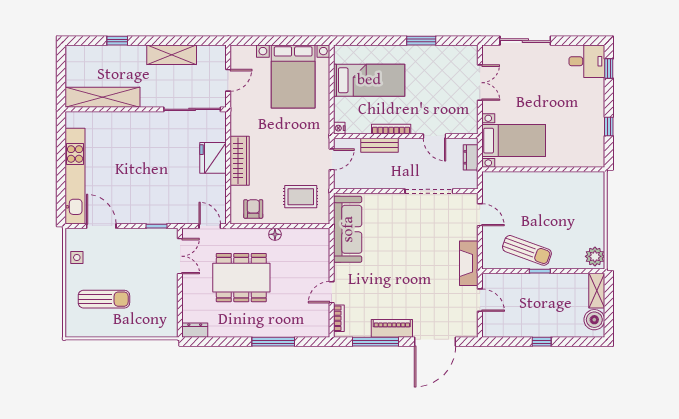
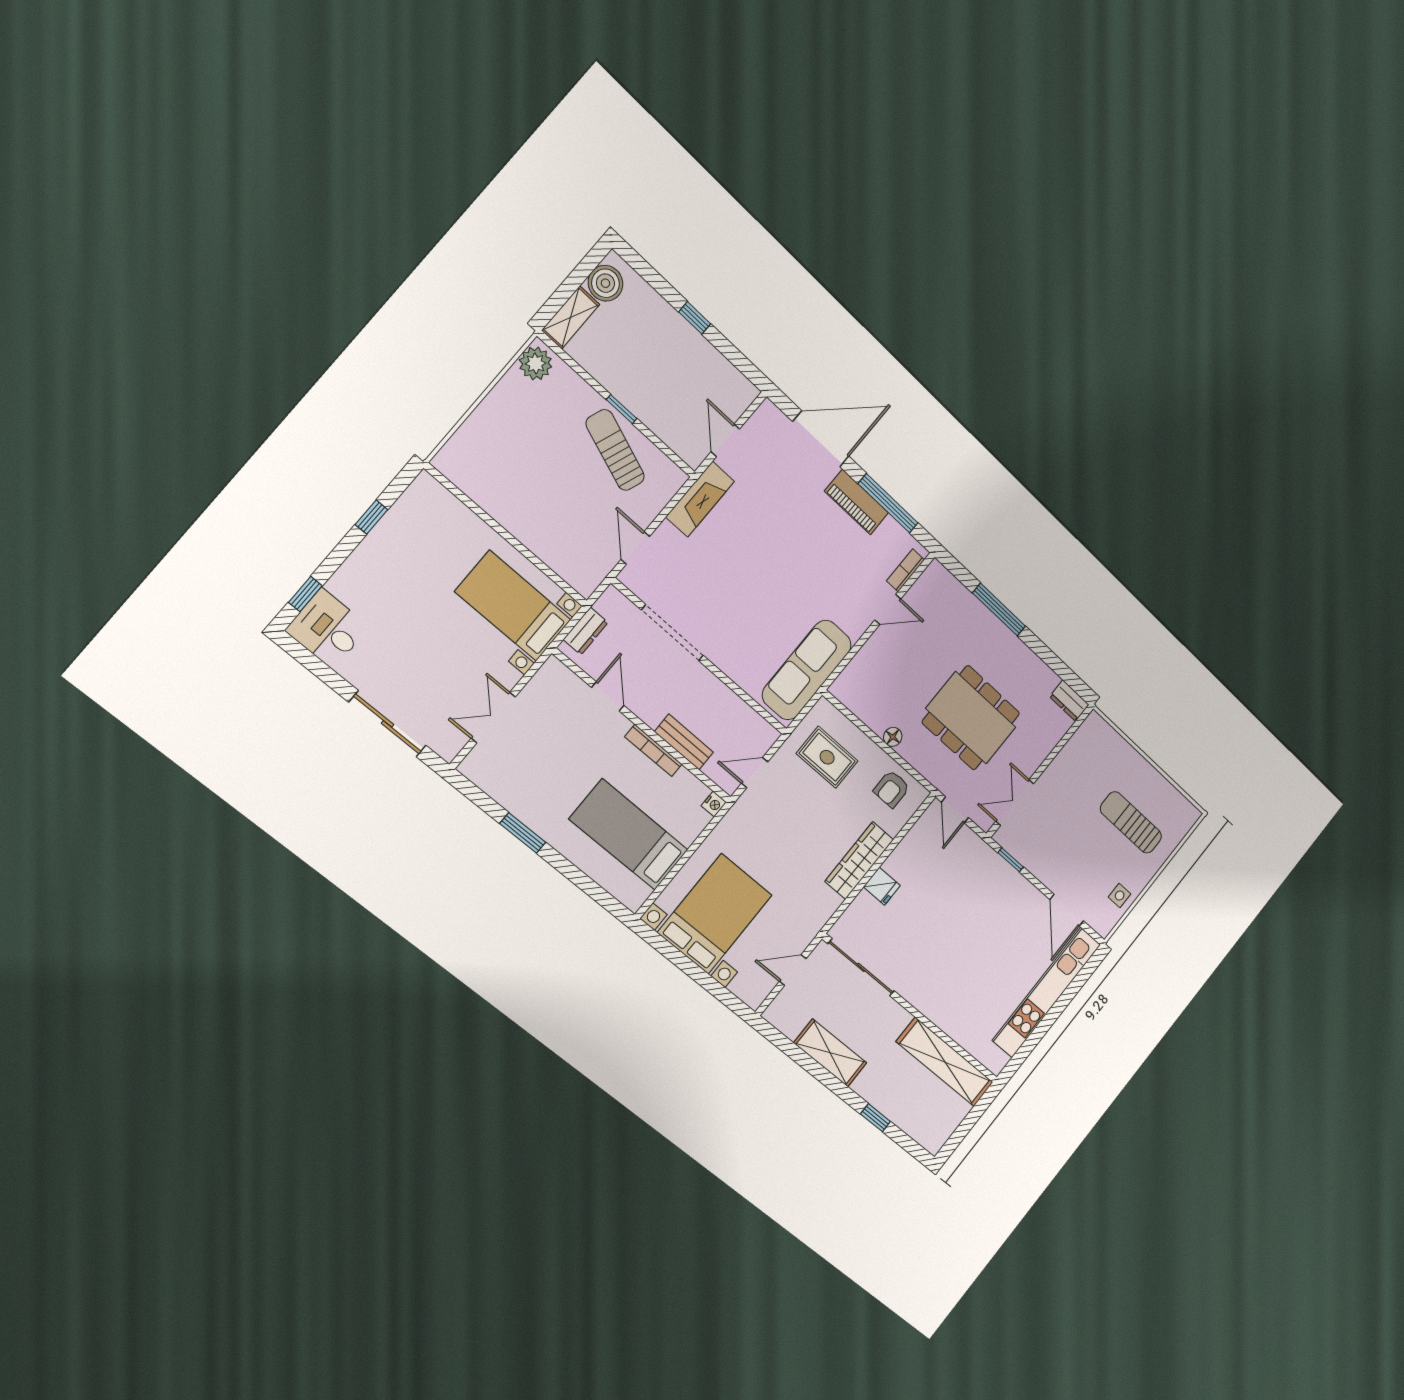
fridge: (213, 158) -> (882, 886), width x0.53, depth x0.75

